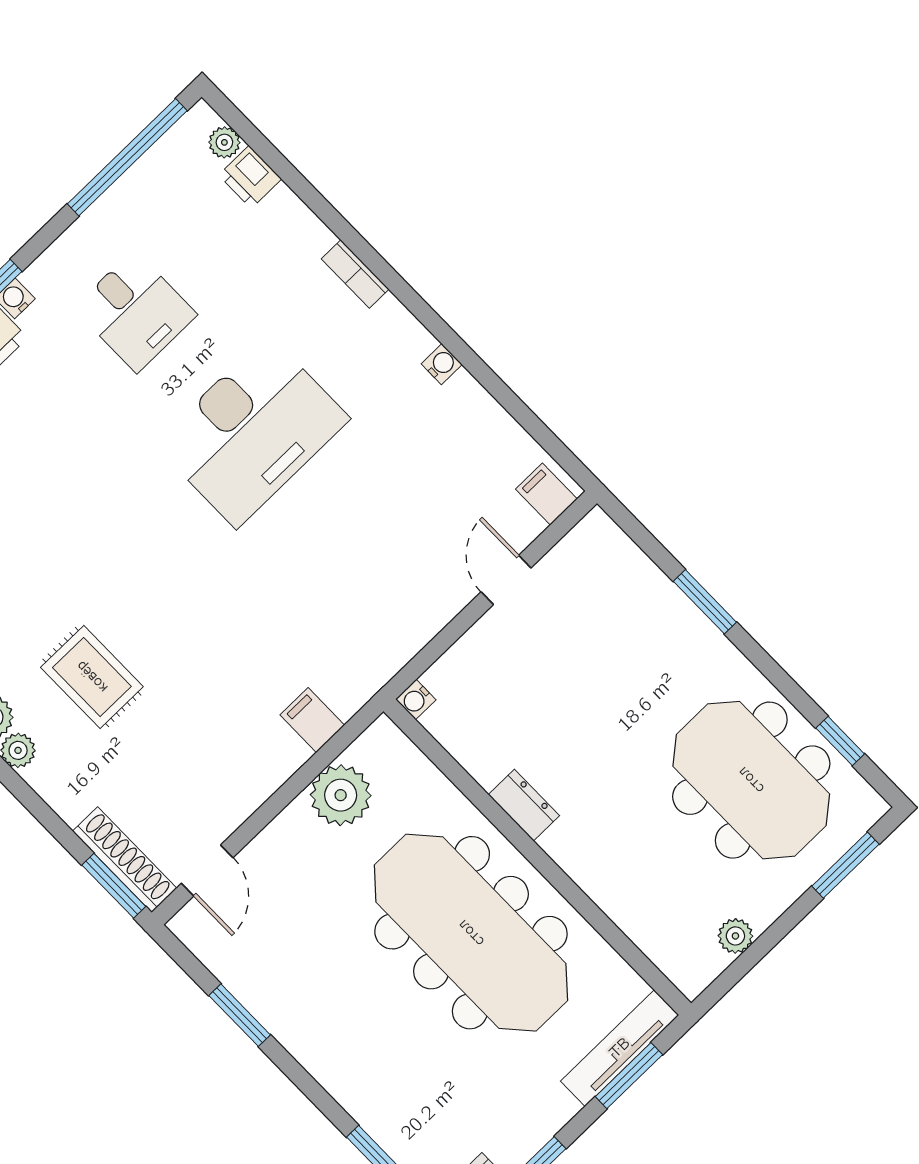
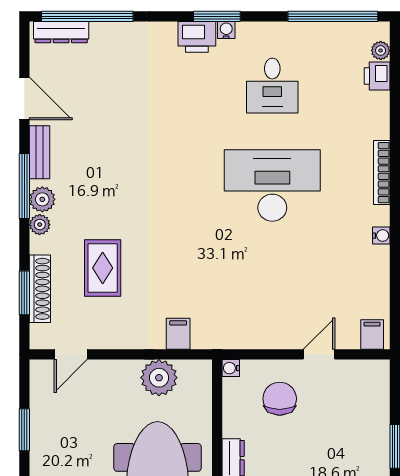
bookcase: (355, 274) -> (382, 173), width x1.56
desk: (252, 431) -> (272, 185), turned 180
rug: (92, 677) -> (103, 268), moved
chair: (510, 679) -> (280, 399), added
shoe rack: (125, 860) -> (40, 289), moved
window: (114, 886) -> (24, 293), moved

